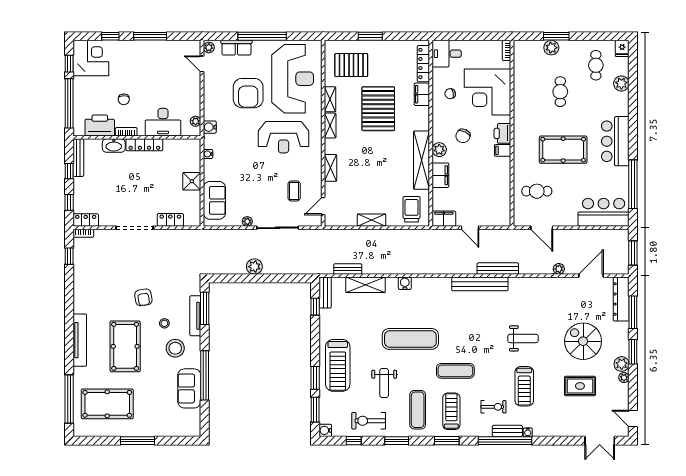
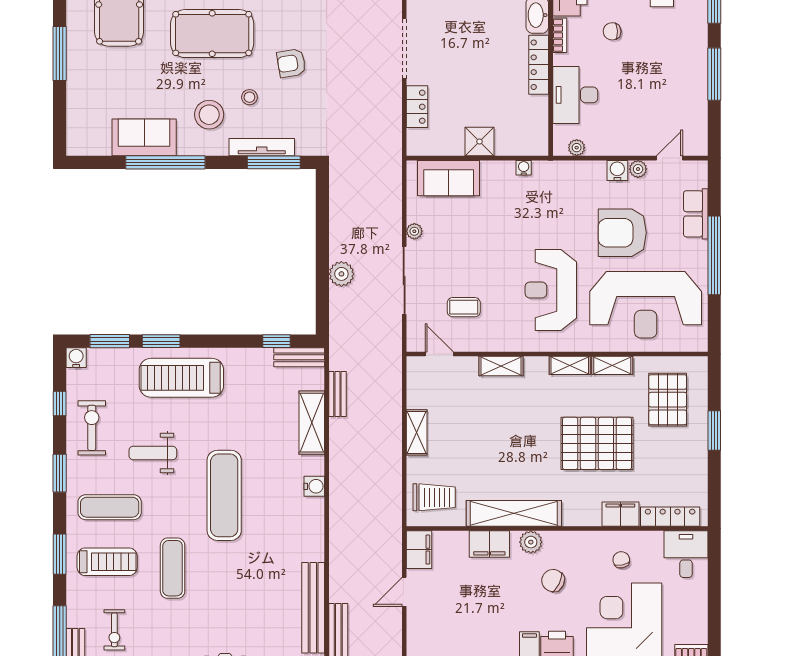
plant: (209, 47) -> (638, 169), moved
water cooler: (210, 127) -> (617, 171), moved
plant: (254, 267) -> (341, 274), moved

